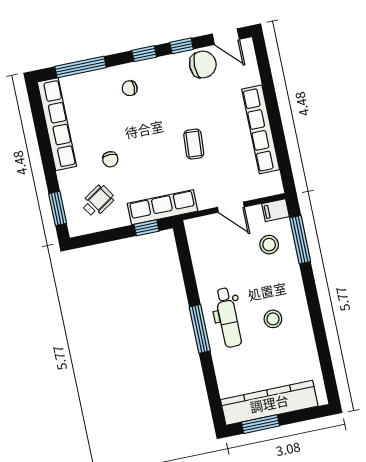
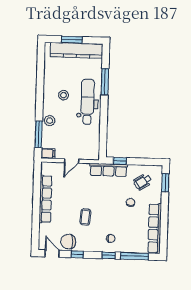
window: (144, 54) -> (109, 255), moved
coffee table: (194, 144) -> (85, 217), moved
door: (231, 207) -> (72, 161), swing flipped
stool: (269, 245) -> (50, 121), moved
dental chair: (228, 317) -> (88, 102), width x1.36, depth x1.38
window: (200, 329) -> (105, 82), moved
window: (261, 424) -> (72, 40), moved

